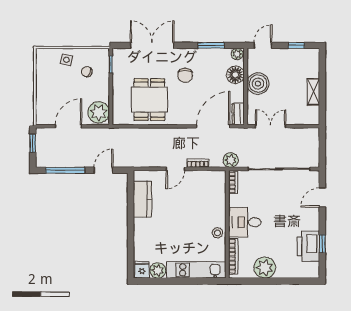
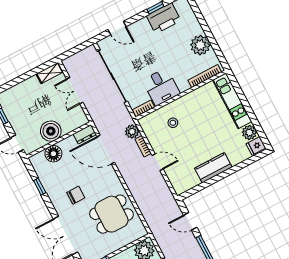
window: (211, 45) -> (40, 187), width x0.67
plant: (237, 54) -> (35, 161), removed
shelving: (313, 92) -> (50, 73), moved
double door: (271, 126) -> (75, 91), moved
plant: (231, 160) -> (132, 132), moved
kitchen counter: (142, 199) -> (213, 168), moved
desk: (245, 222) -> (161, 87), moved
stool: (217, 233) -> (173, 123), moved

